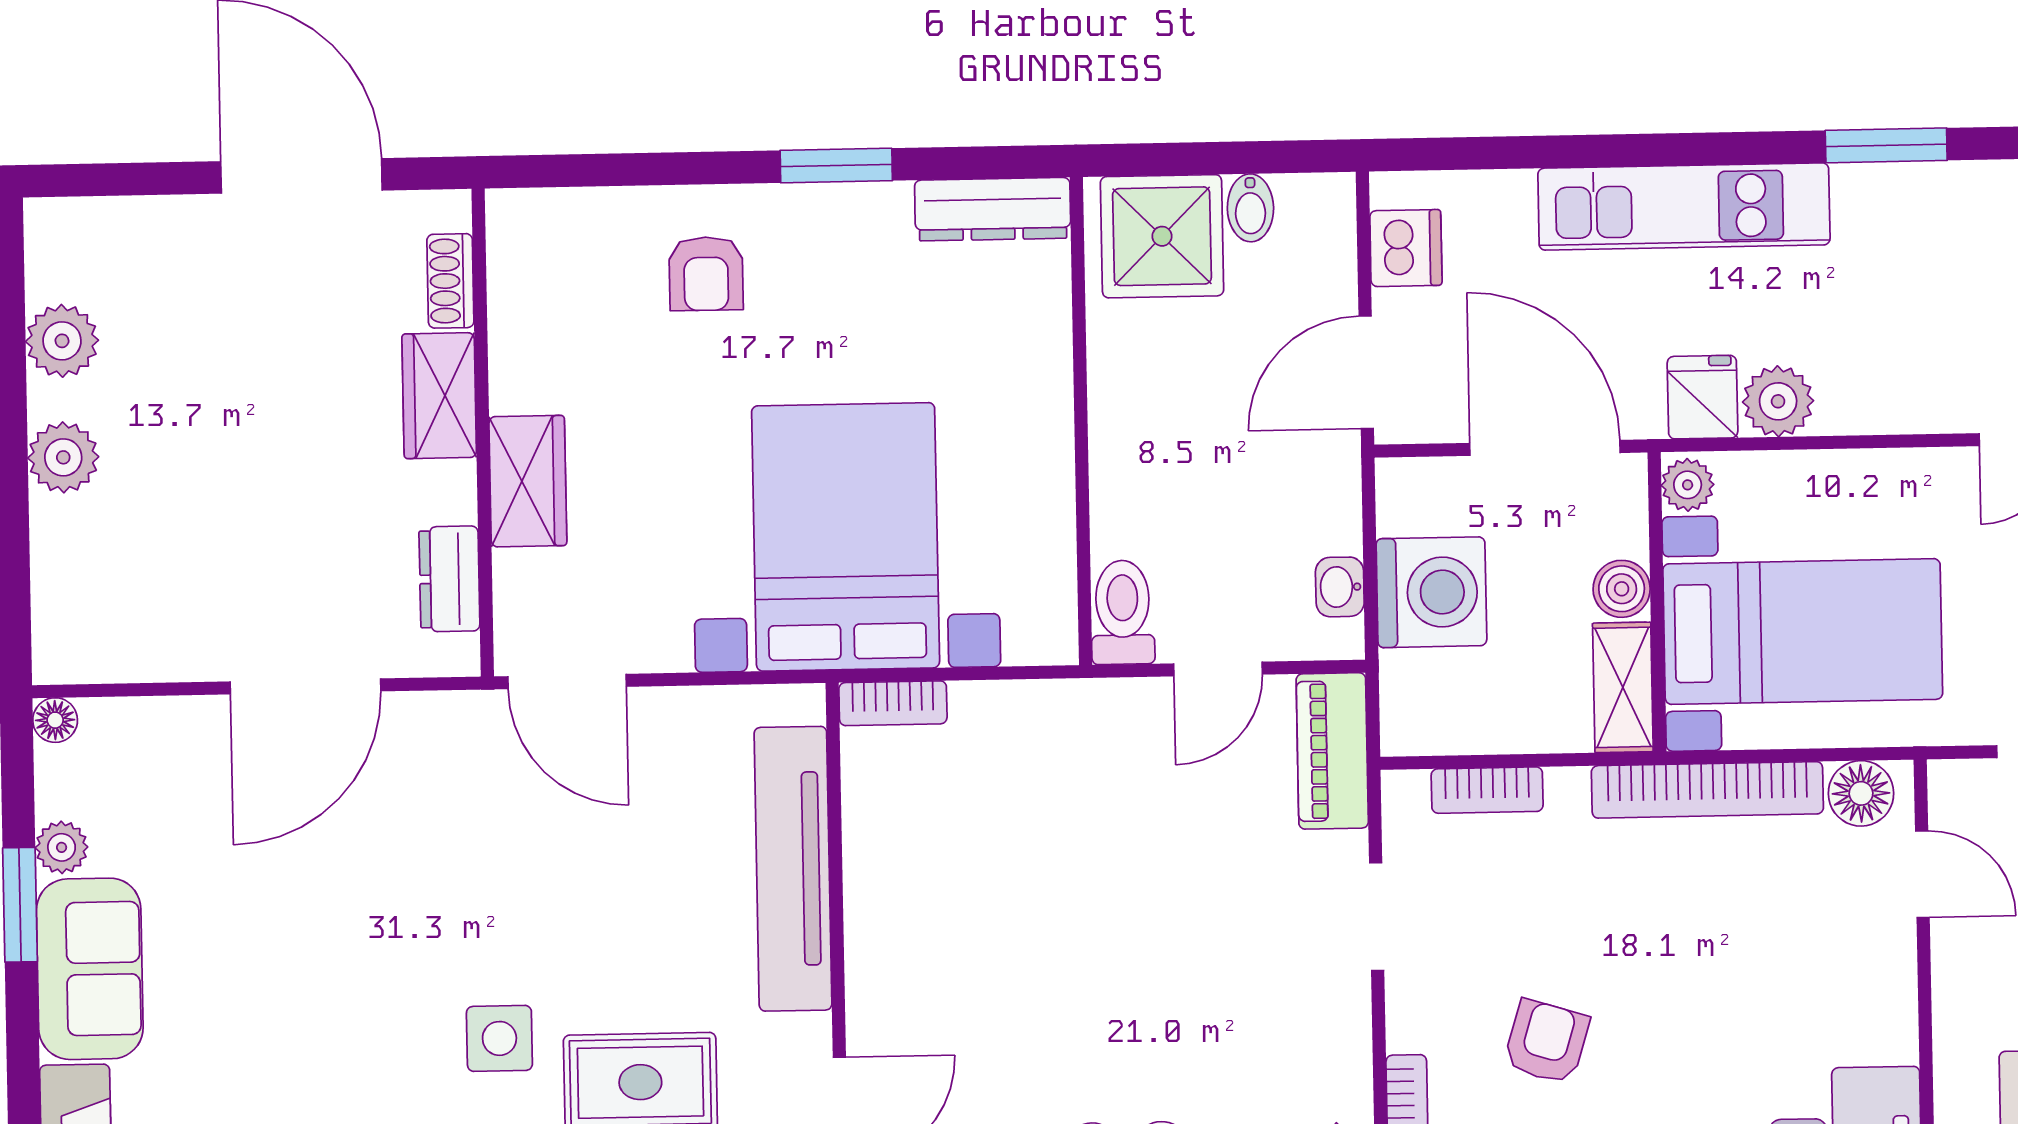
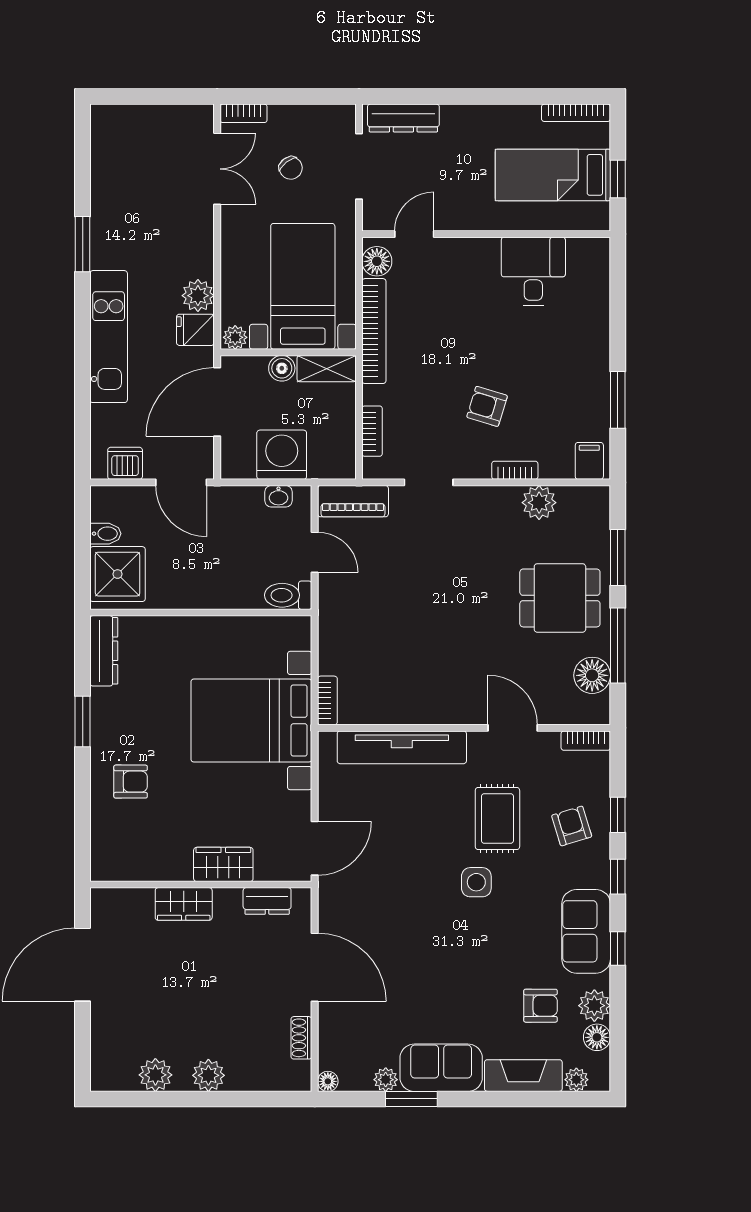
shoe rack: (450, 281) -> (301, 1038), moved, turned 90

